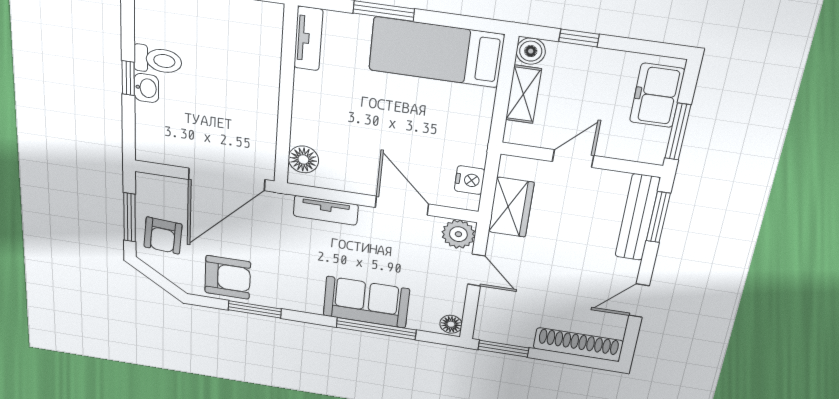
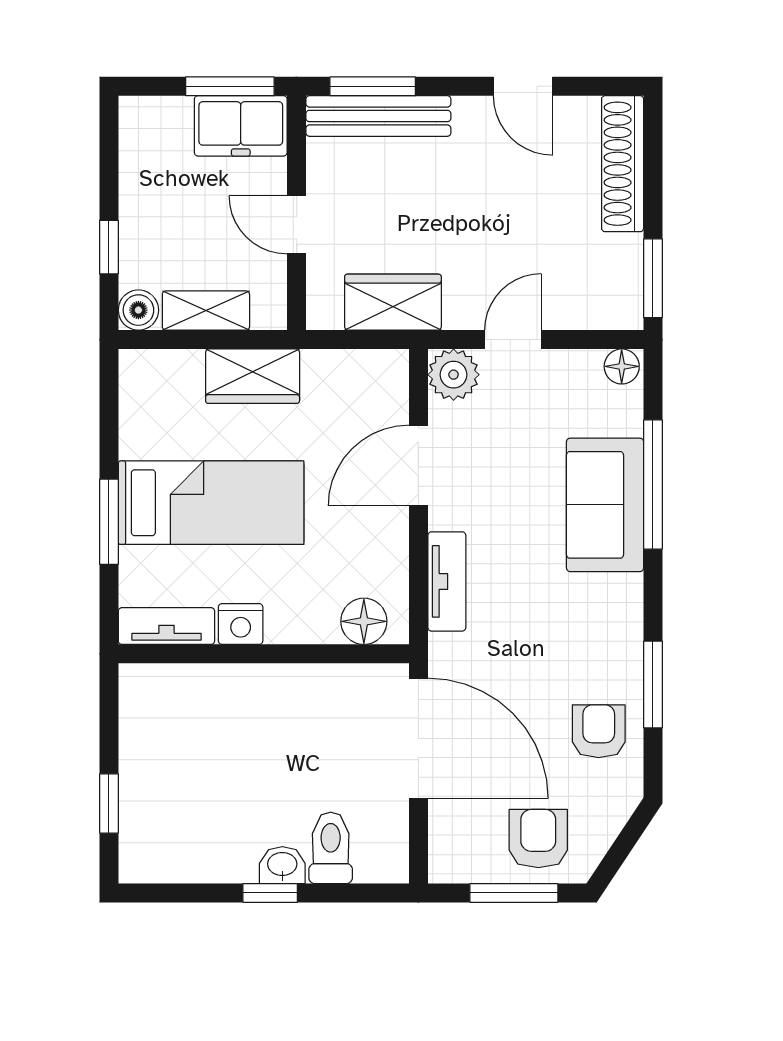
bed: (436, 52) -> (211, 503), moved, turned -90
toilet: (158, 60) -> (331, 848), moved
freezer: (657, 95) -> (241, 126), moved
wardrobe: (474, 117) -> (253, 376), added
nightstand: (470, 180) -> (241, 624), moved, turned 180
armchair: (163, 236) -> (538, 838), turned -94
armchair: (228, 277) -> (599, 731), width x0.72, depth x0.72

